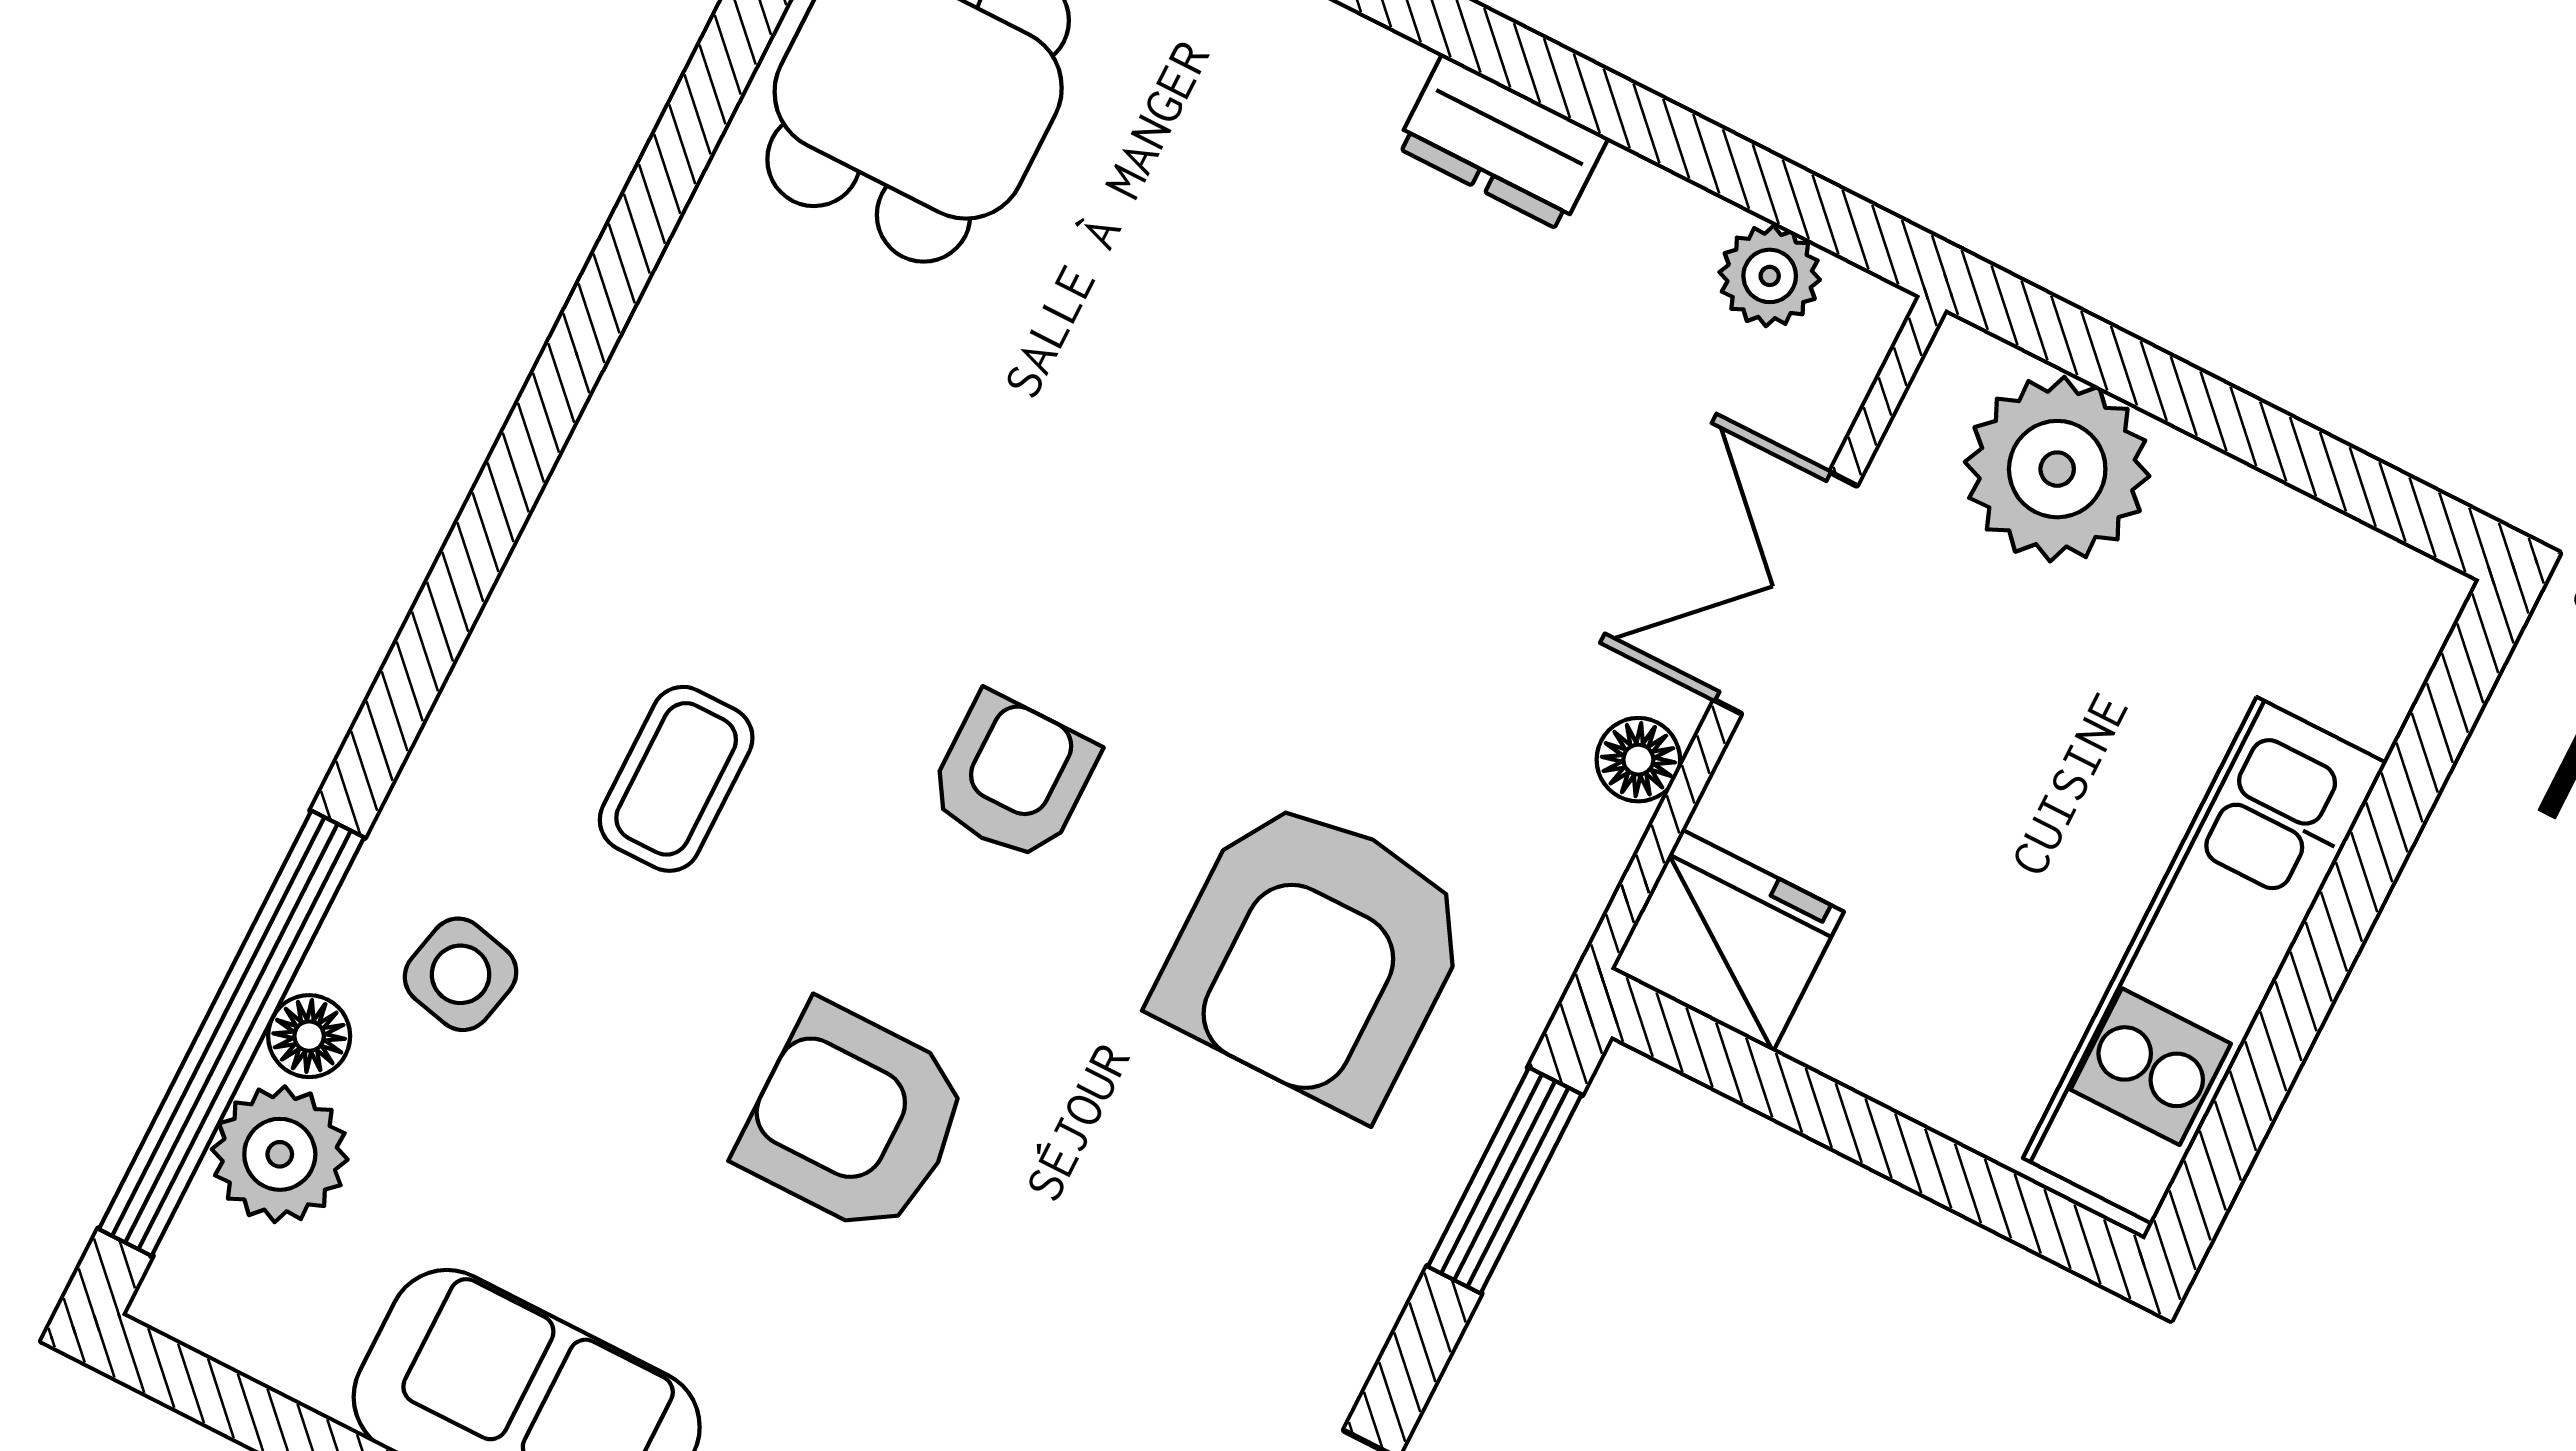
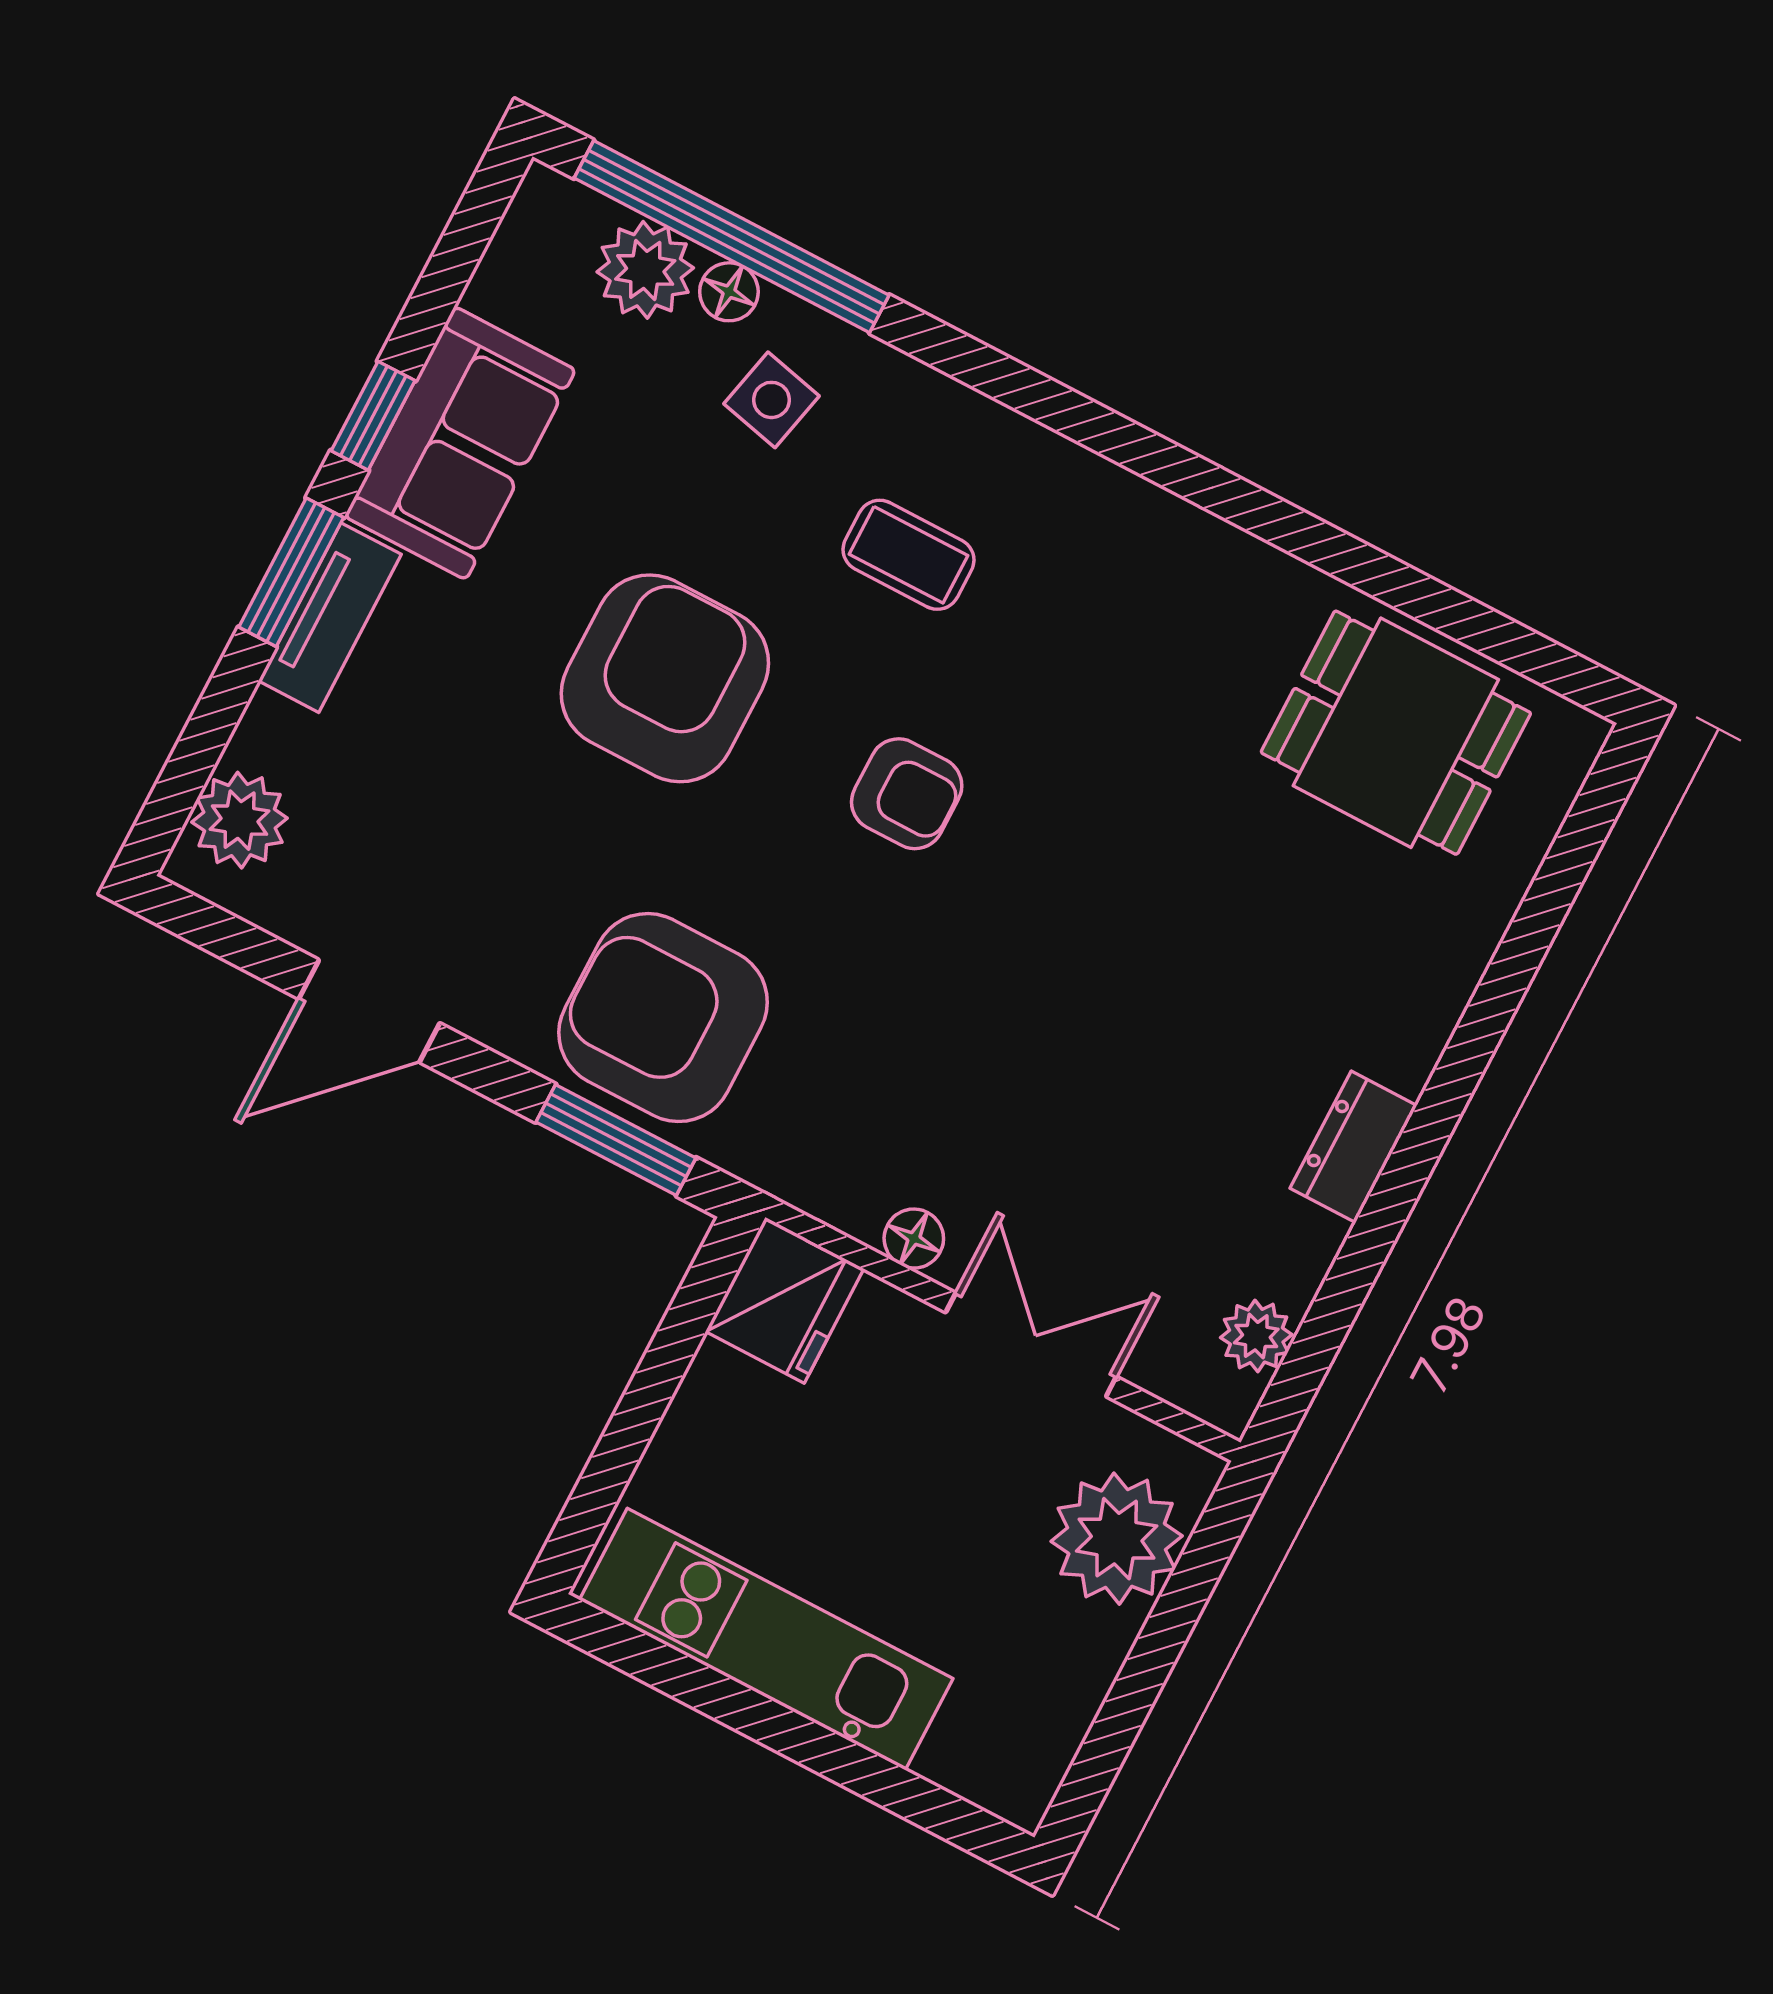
armchair: (1315, 954) -> (663, 1018), moved
armchair: (854, 1120) -> (665, 678), width x1.36, depth x1.36

